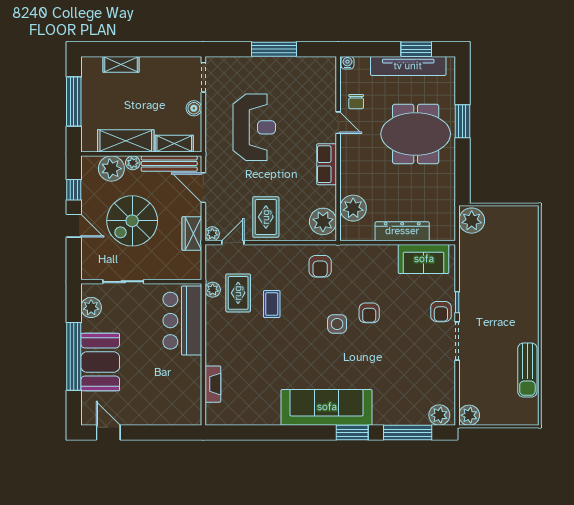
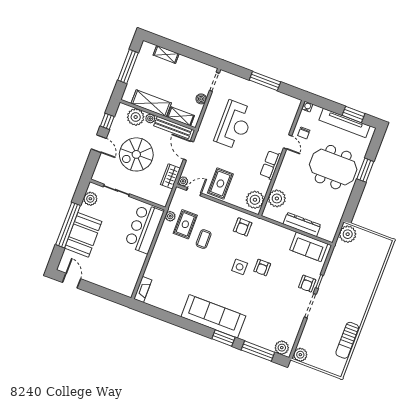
fireplace: (213, 384) -> (143, 289), moved

